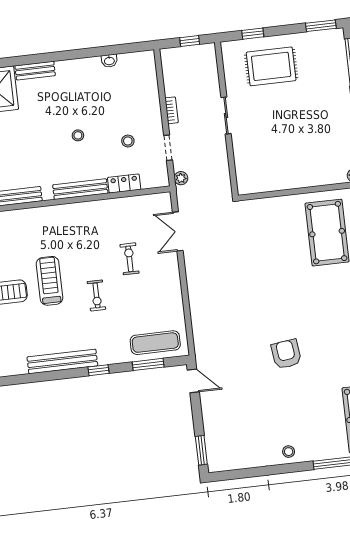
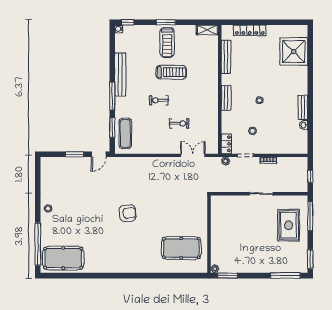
window: (253, 34) -> (310, 216), width x2.17
bench: (35, 71) -> (303, 107), moved
locker: (124, 184) -> (226, 144), moved
bench: (80, 189) -> (226, 98), width x0.73
armchair: (286, 354) -> (128, 213), moved
window: (98, 370) -> (112, 96), width x2.17
window: (201, 450) -> (74, 154), moved

